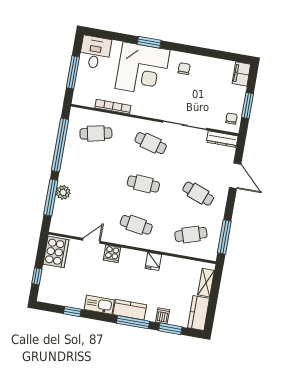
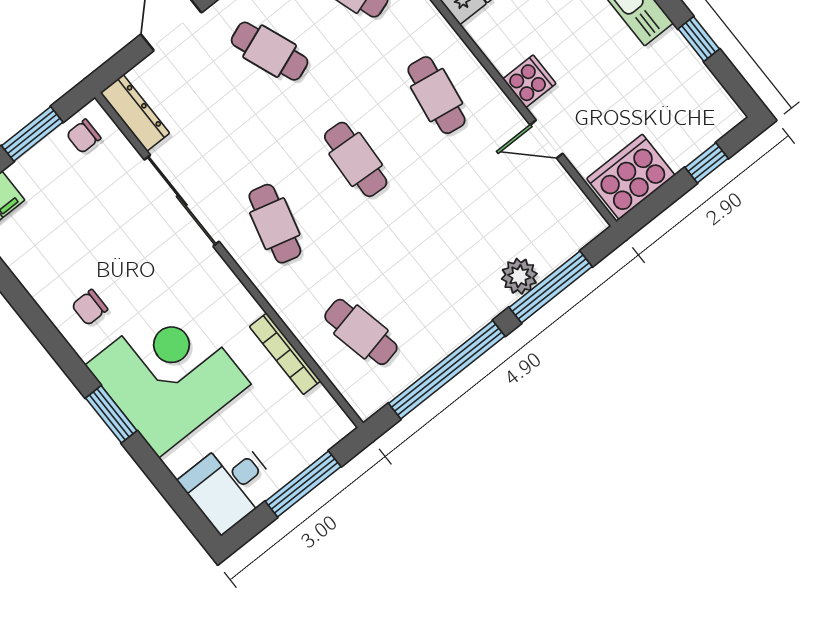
cafe table: (198, 194) -> (270, 51), turned -42

